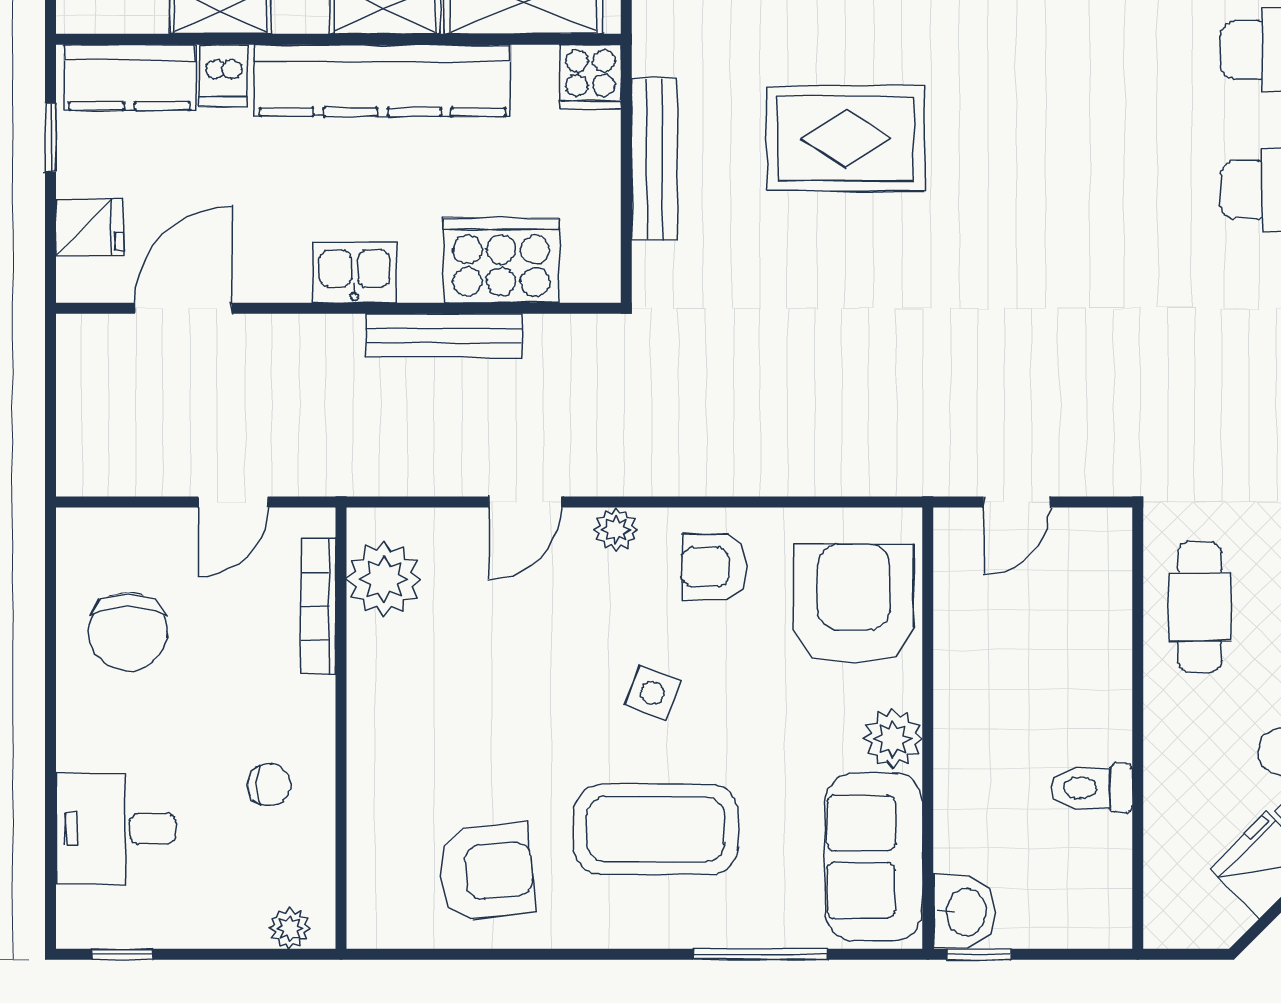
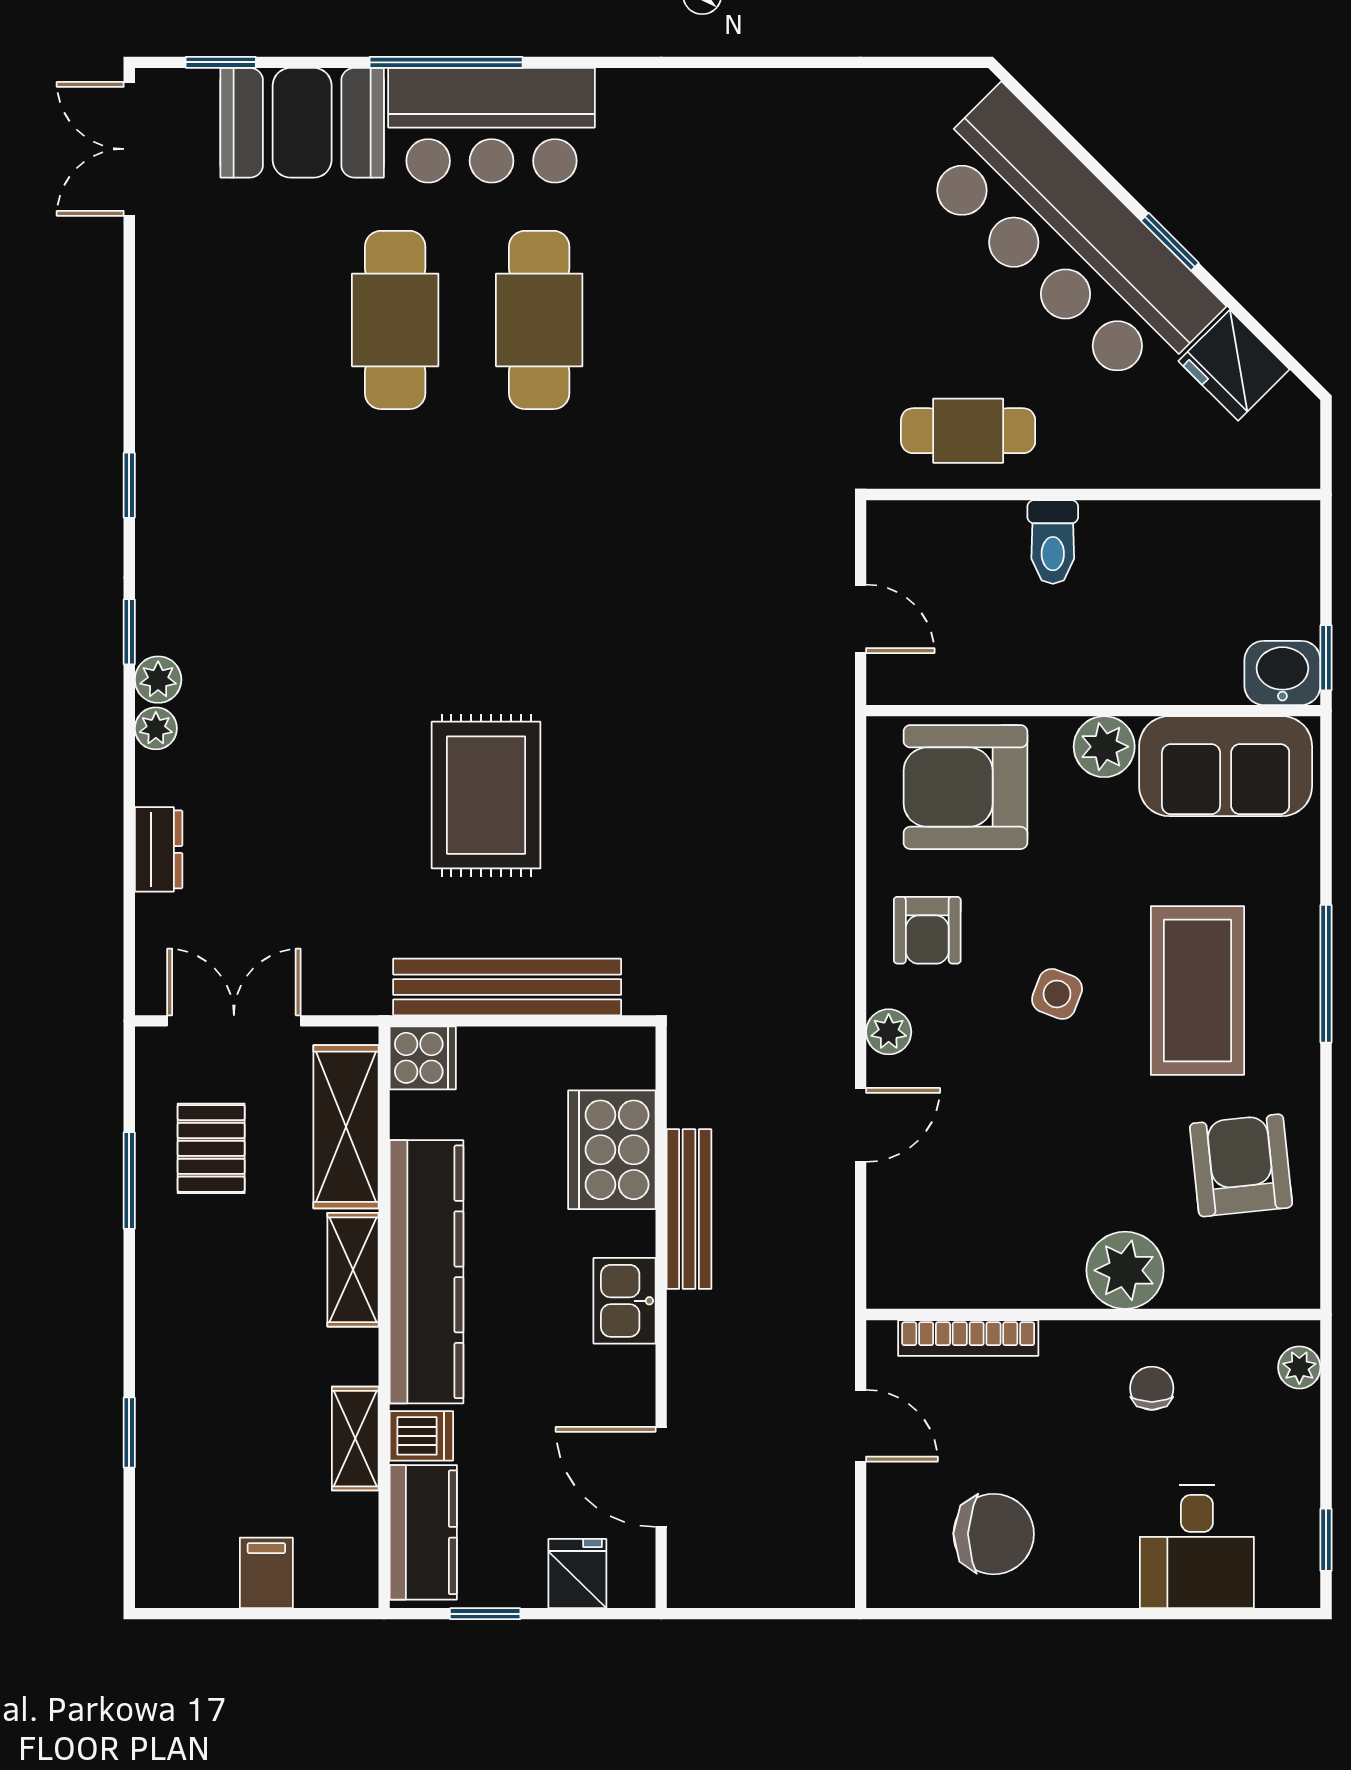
bench: (654, 159) -> (507, 987), width x1.37, depth x1.21
door: (525, 502) -> (861, 1125), hinge flipped
plant: (384, 579) -> (1125, 1270), moved
toilet: (1092, 788) -> (1053, 542), moved
window: (760, 954) -> (1326, 974), moved

